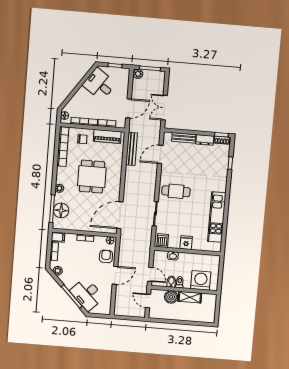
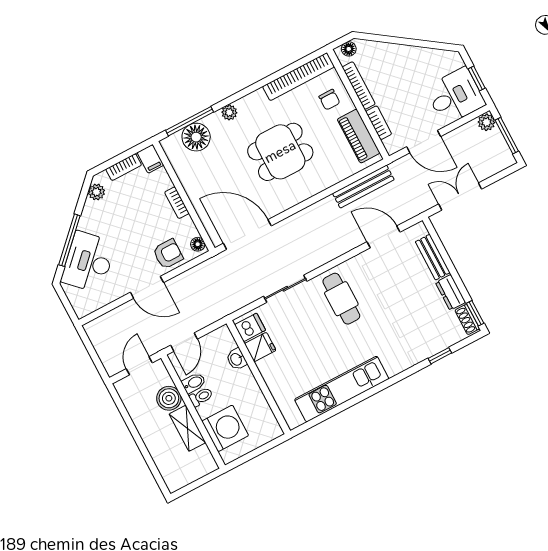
desk: (99, 84) -> (455, 96), moved, turned 55
fridge: (186, 243) -> (260, 347), moved

